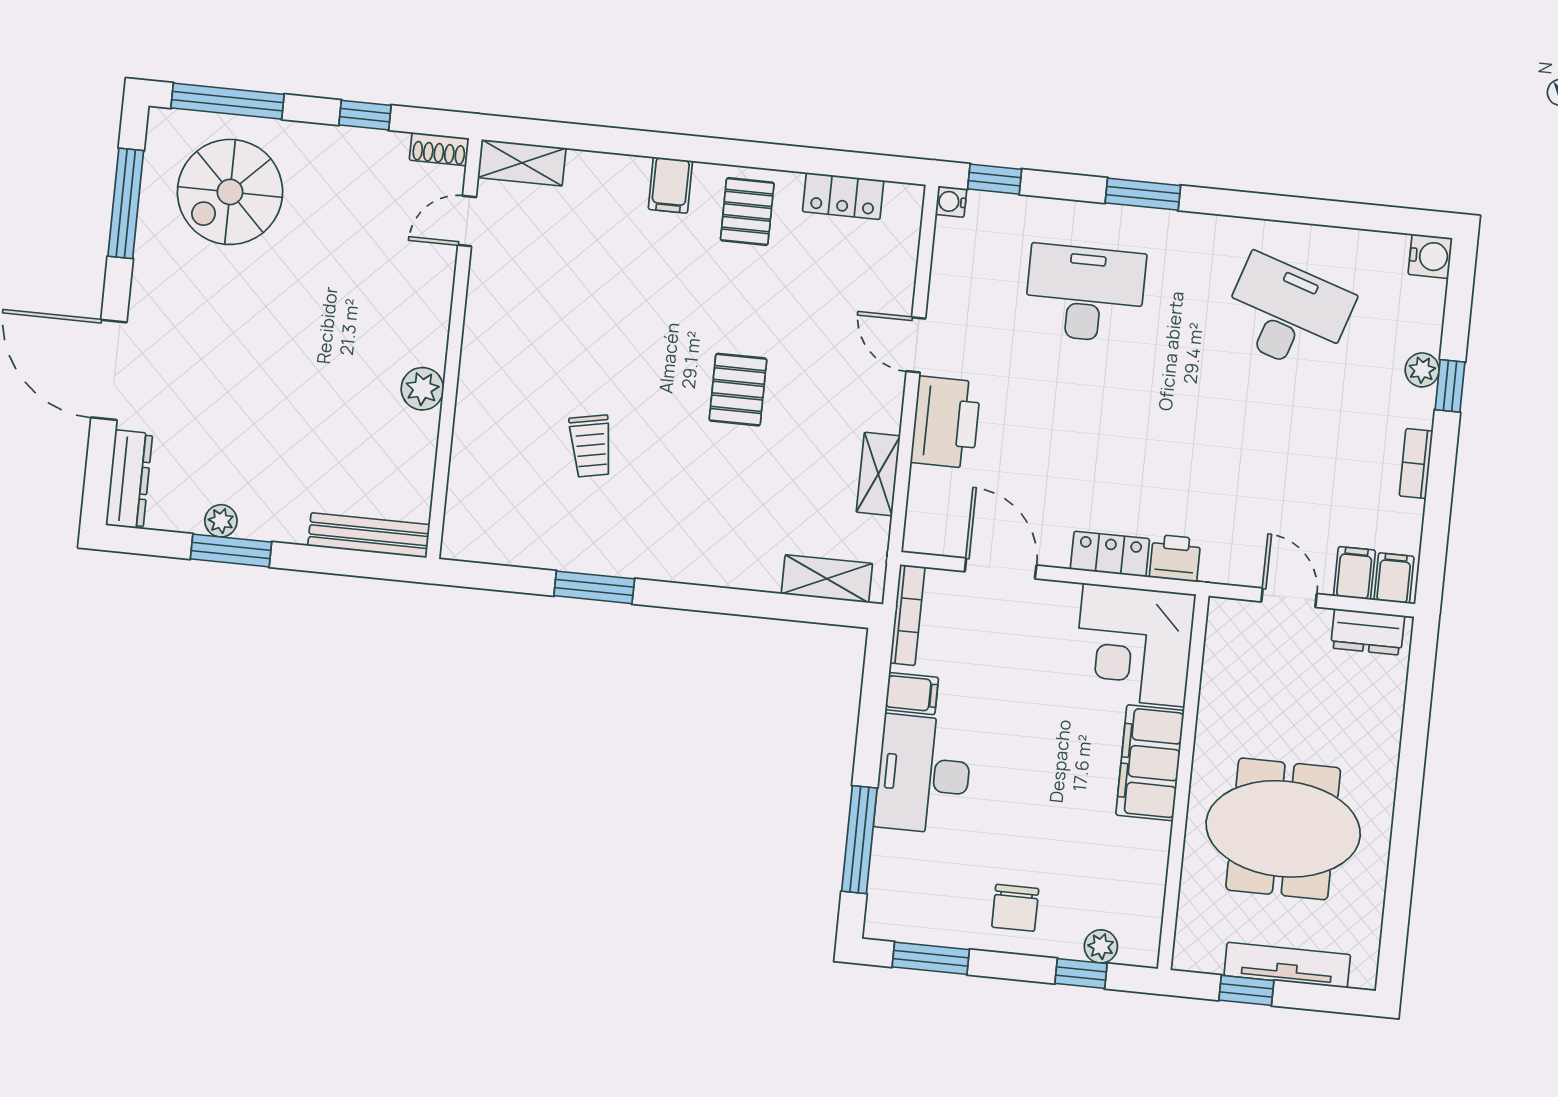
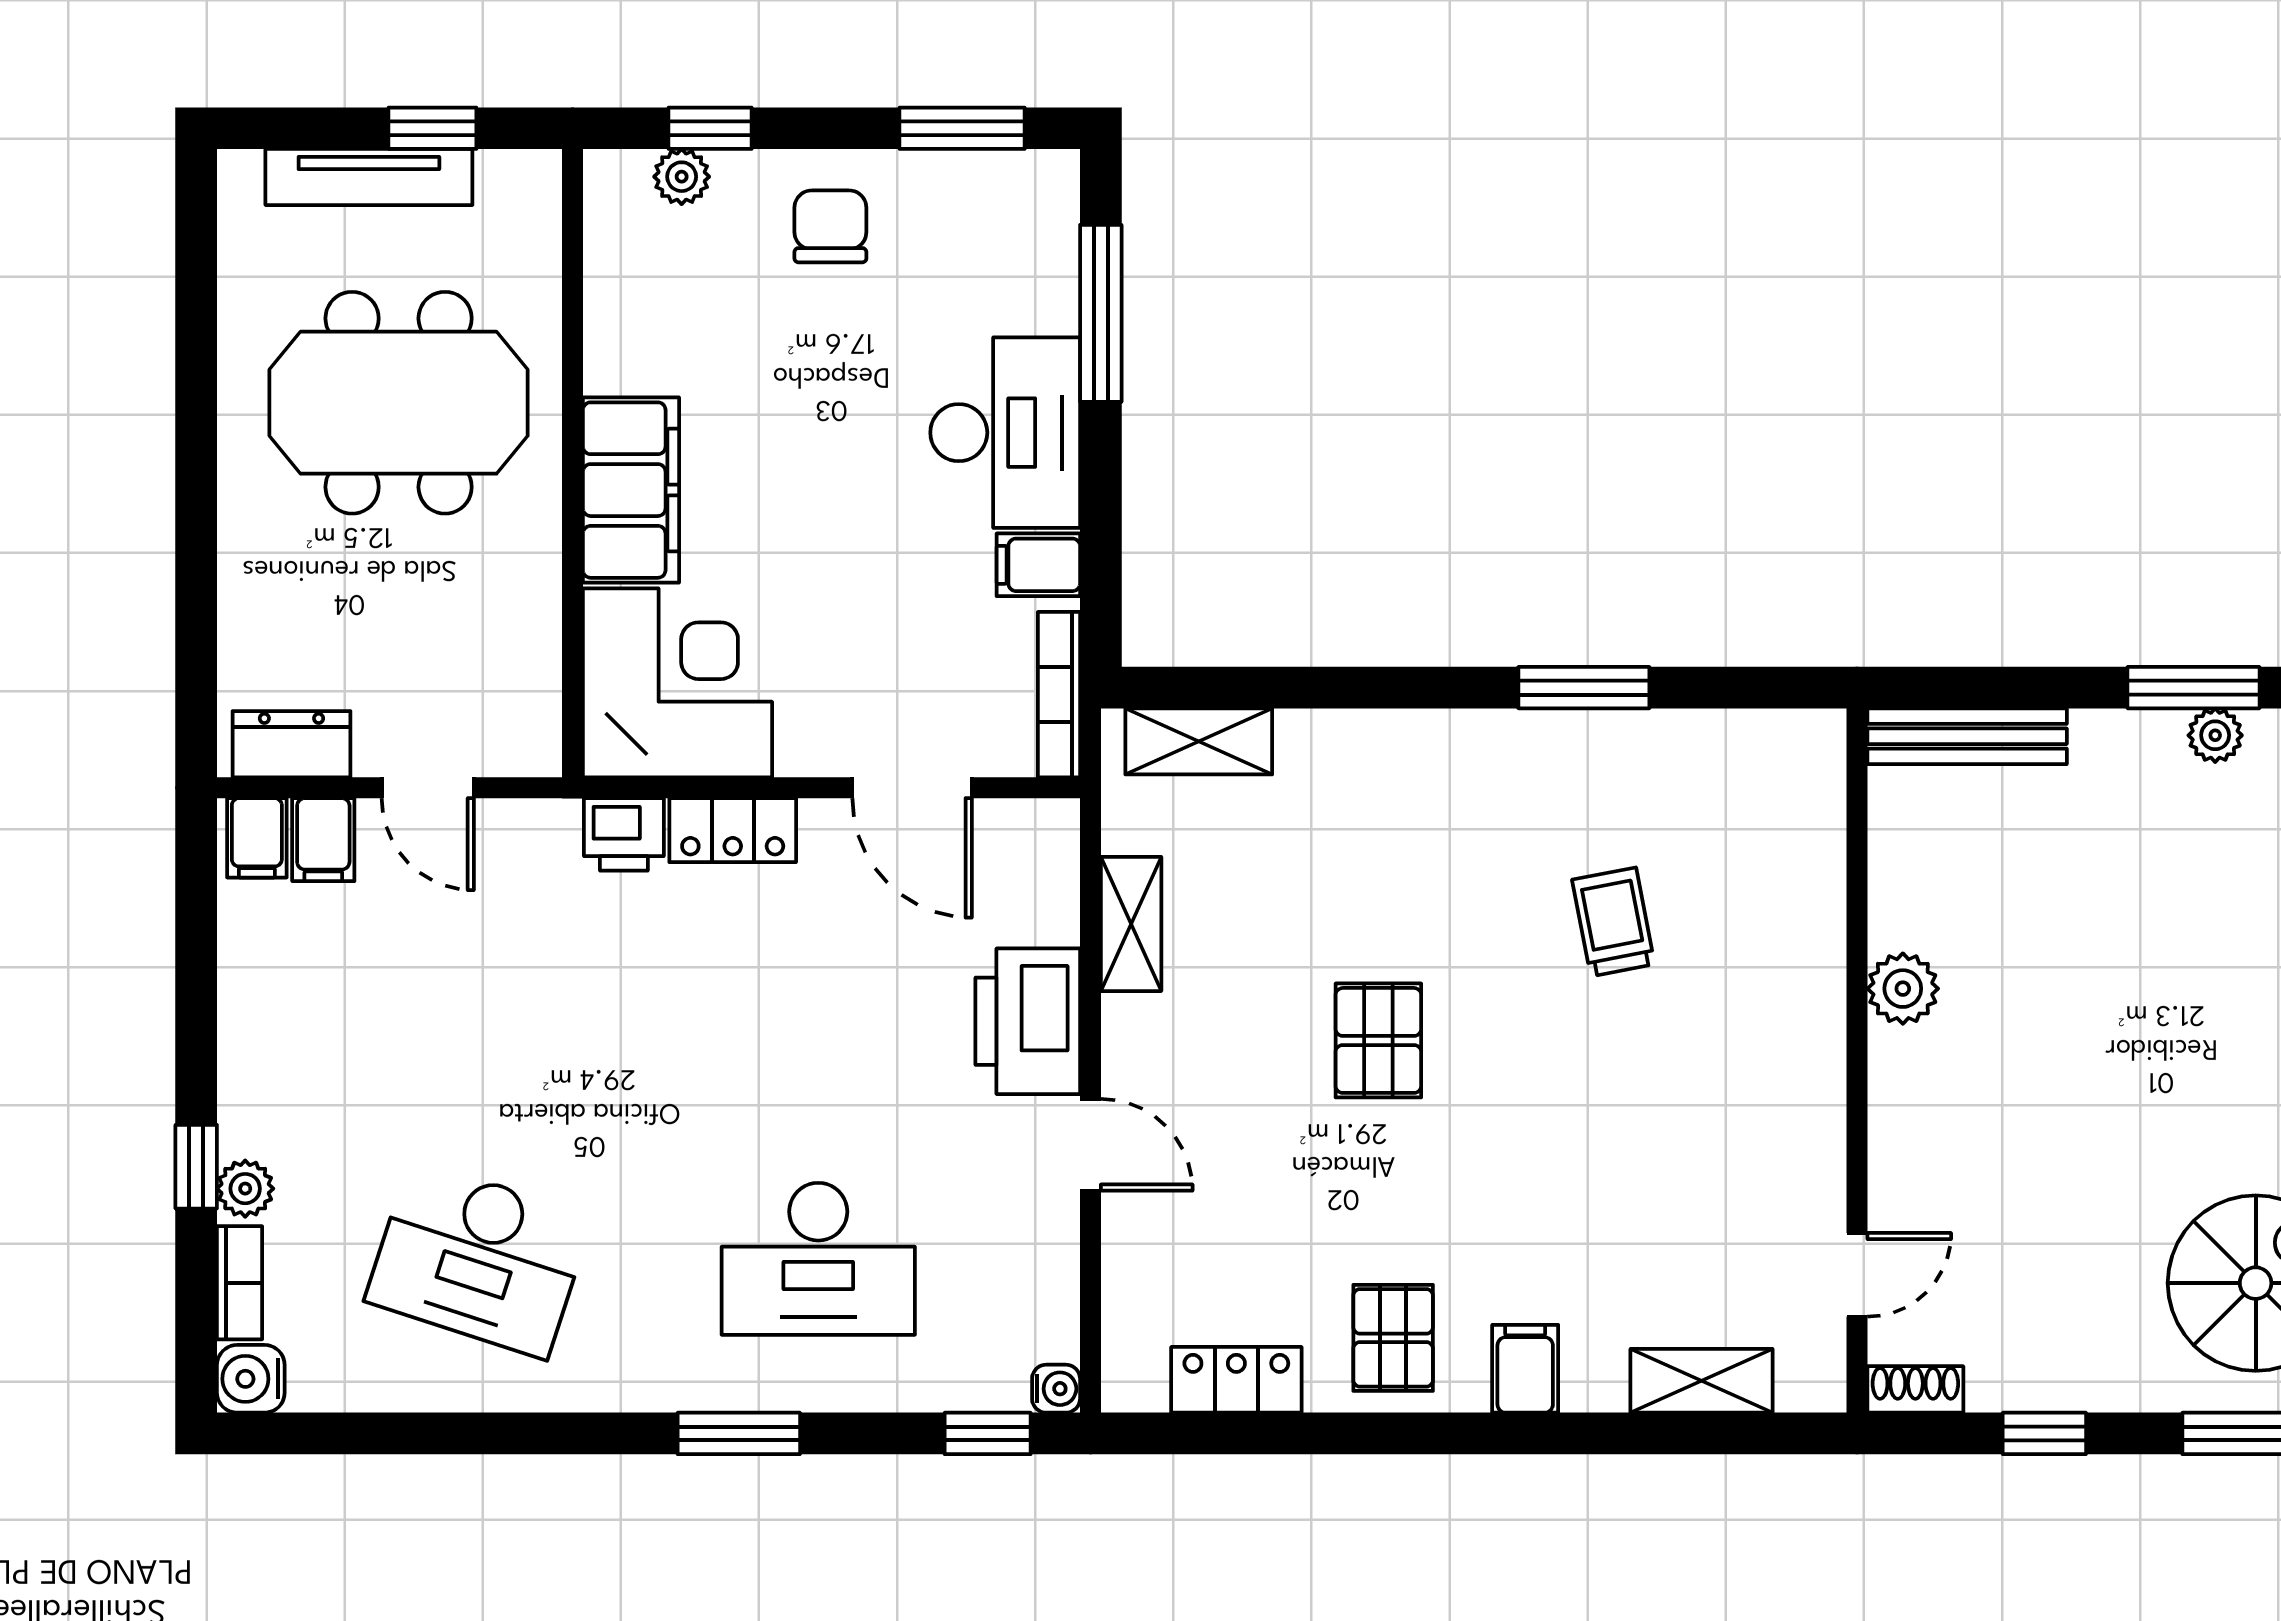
shelving: (522, 163) -> (1701, 1381), moved
bookcase: (1416, 463) -> (240, 1283), moved

